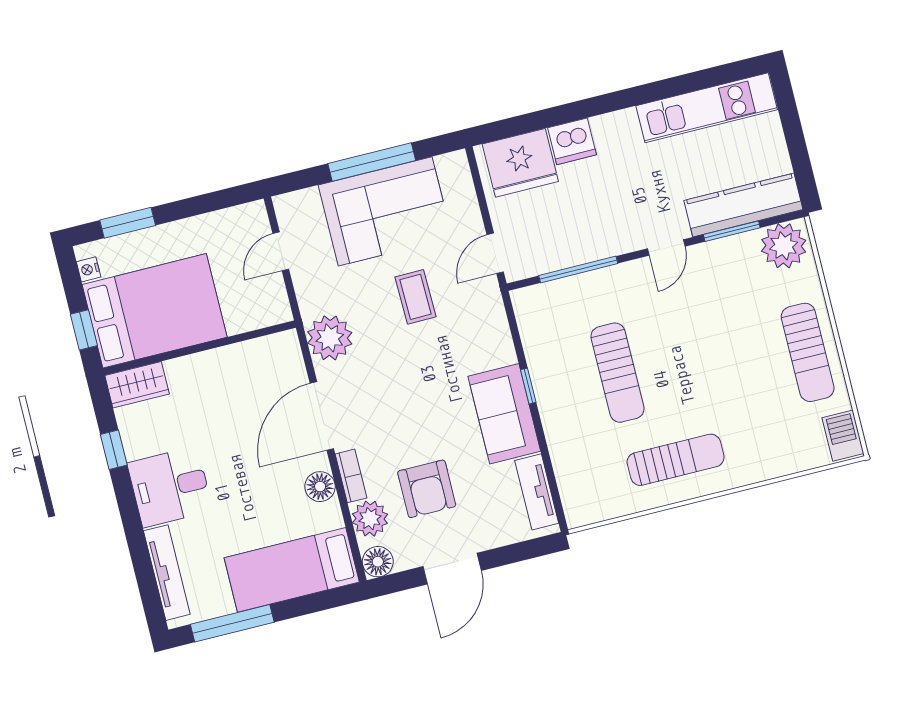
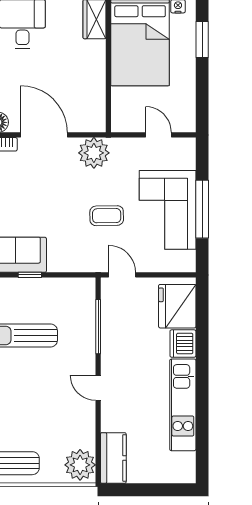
kitchen unit: (707, 108) -> (183, 405), moved
kitchen counter: (743, 205) -> (113, 458), width x0.67
window: (732, 231) -> (98, 433), removed

